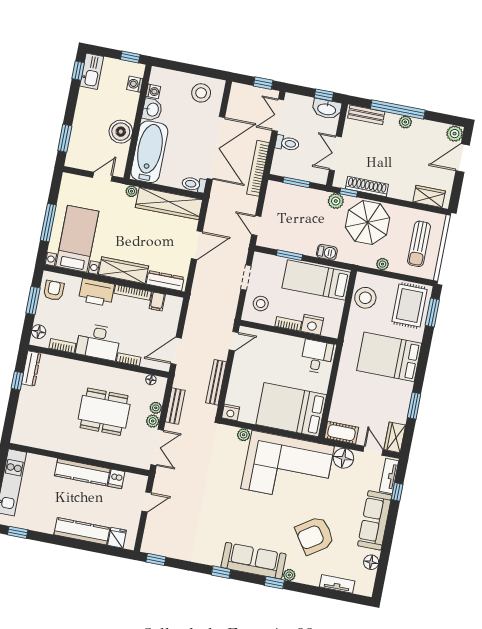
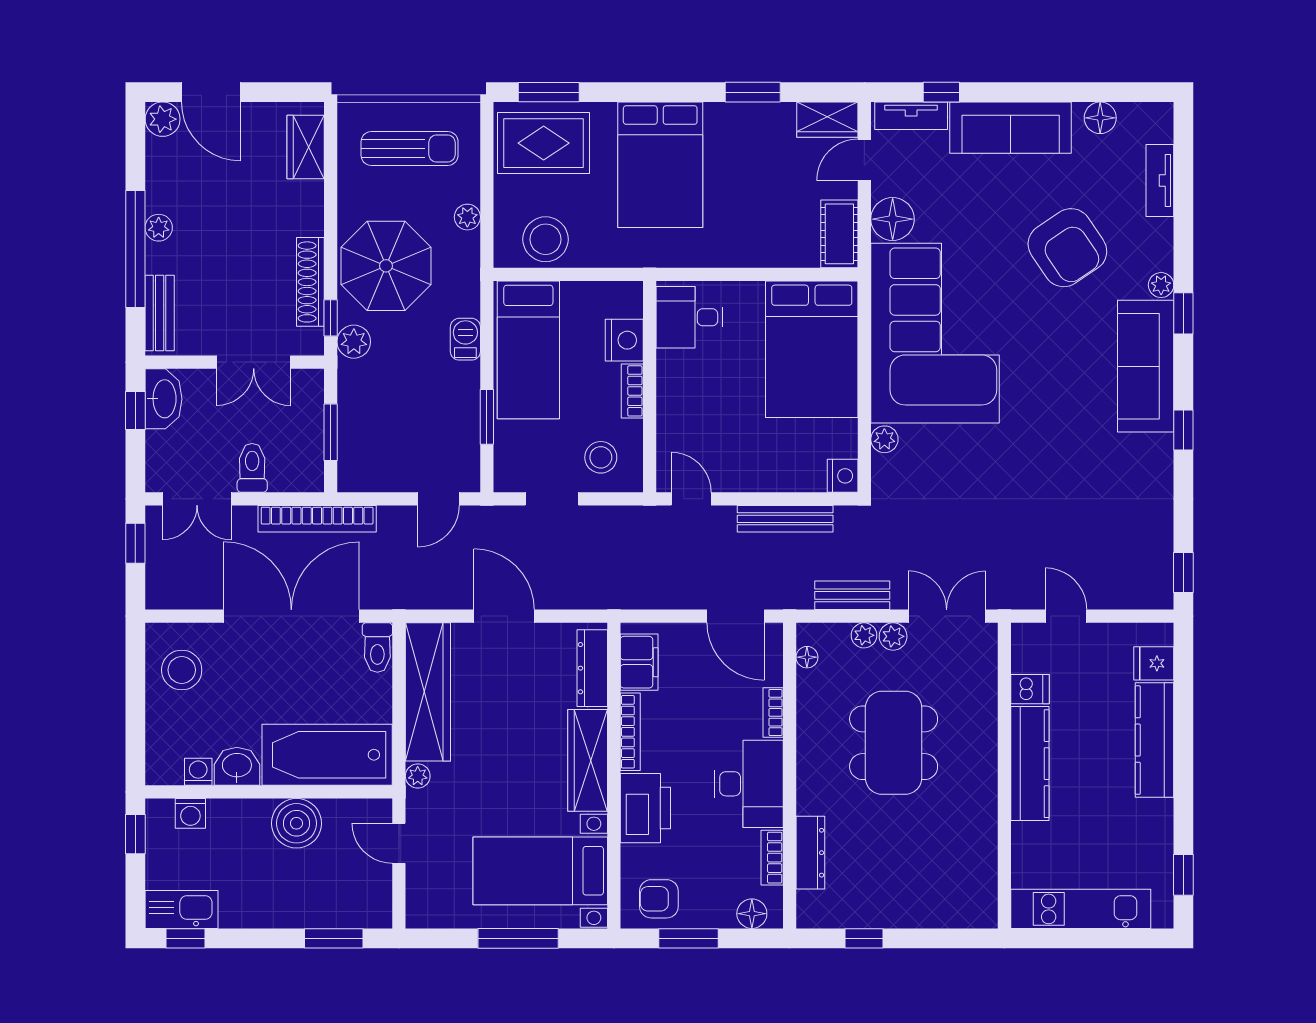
filing cabinet: (157, 301) -> (639, 662), width x2.00
dresser: (31, 368) -> (810, 853), moved, turned 90

